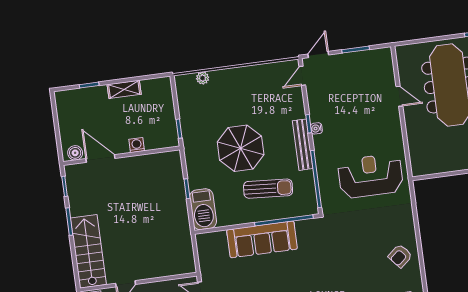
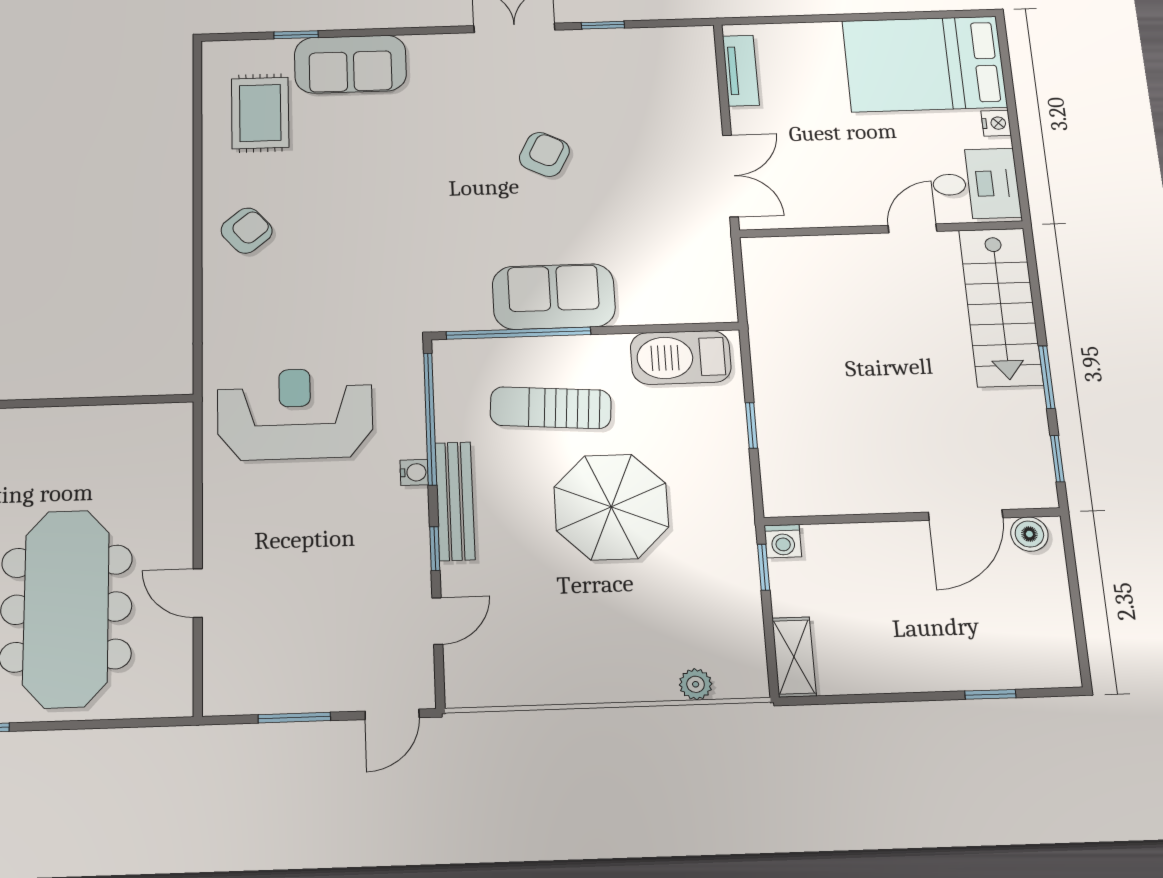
door: (302, 76) -> (437, 621), moved
shelving: (124, 89) -> (794, 657), moved, turned 90
water cooler: (316, 128) -> (414, 472), moved
washing machine: (137, 145) -> (783, 541), moved
door: (100, 158) -> (966, 515), hinge flipped
reception desk: (370, 176) -> (295, 414), turned 180
barbecue: (203, 209) -> (681, 357), moved, turned -90
sofa: (262, 239) -> (554, 297), width x0.73

